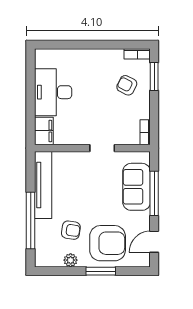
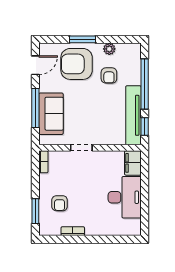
bookcase: (137, 54) -> (73, 231), moved
armchair: (127, 85) -> (60, 203), turned 63
window: (31, 172) -> (145, 127), added
armchair: (71, 230) -> (109, 75), turned -98

